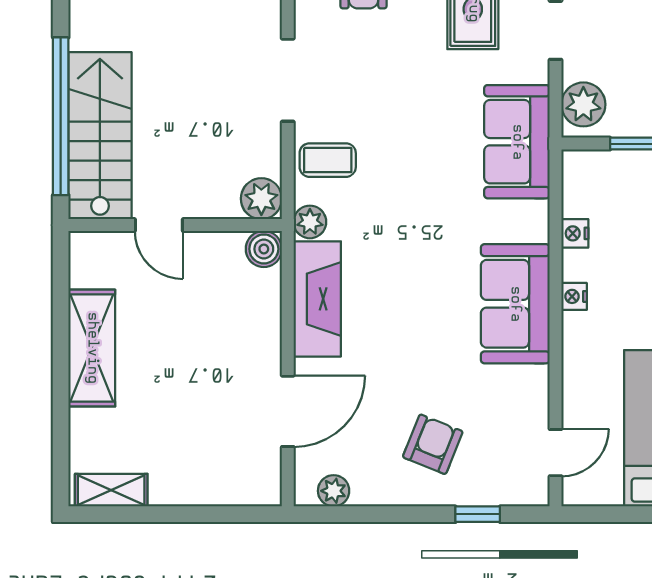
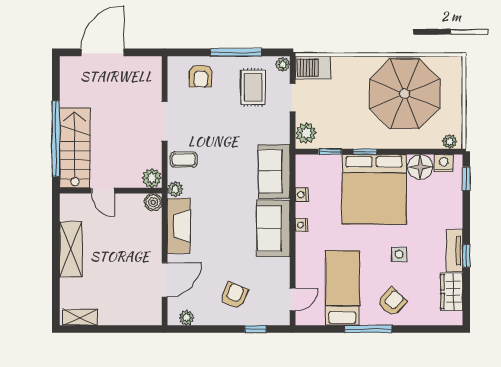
sofa: (517, 142) -> (274, 171), moved

